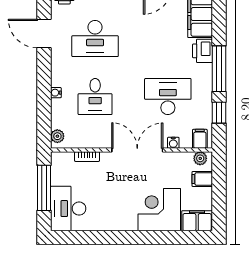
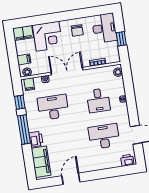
desk: (95, 97) -> (98, 100), turned 180
desk: (168, 97) -> (53, 107), turned 180
double door: (137, 150) -> (67, 71), swing flipped
window: (44, 188) -> (121, 39), width x0.46
chair: (111, 211) -> (77, 30), added

